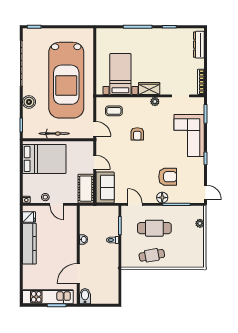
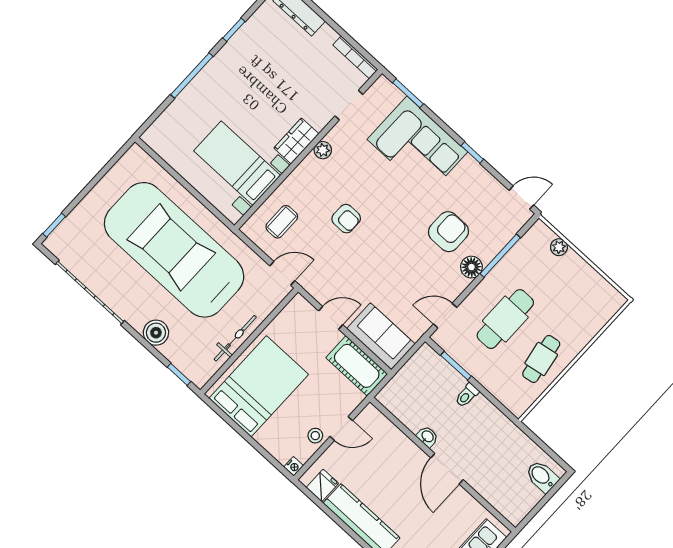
car: (66, 80) -> (174, 250), turned 180
door: (78, 274) -> (447, 469), moved
bidet: (85, 296) -> (542, 476), moved

